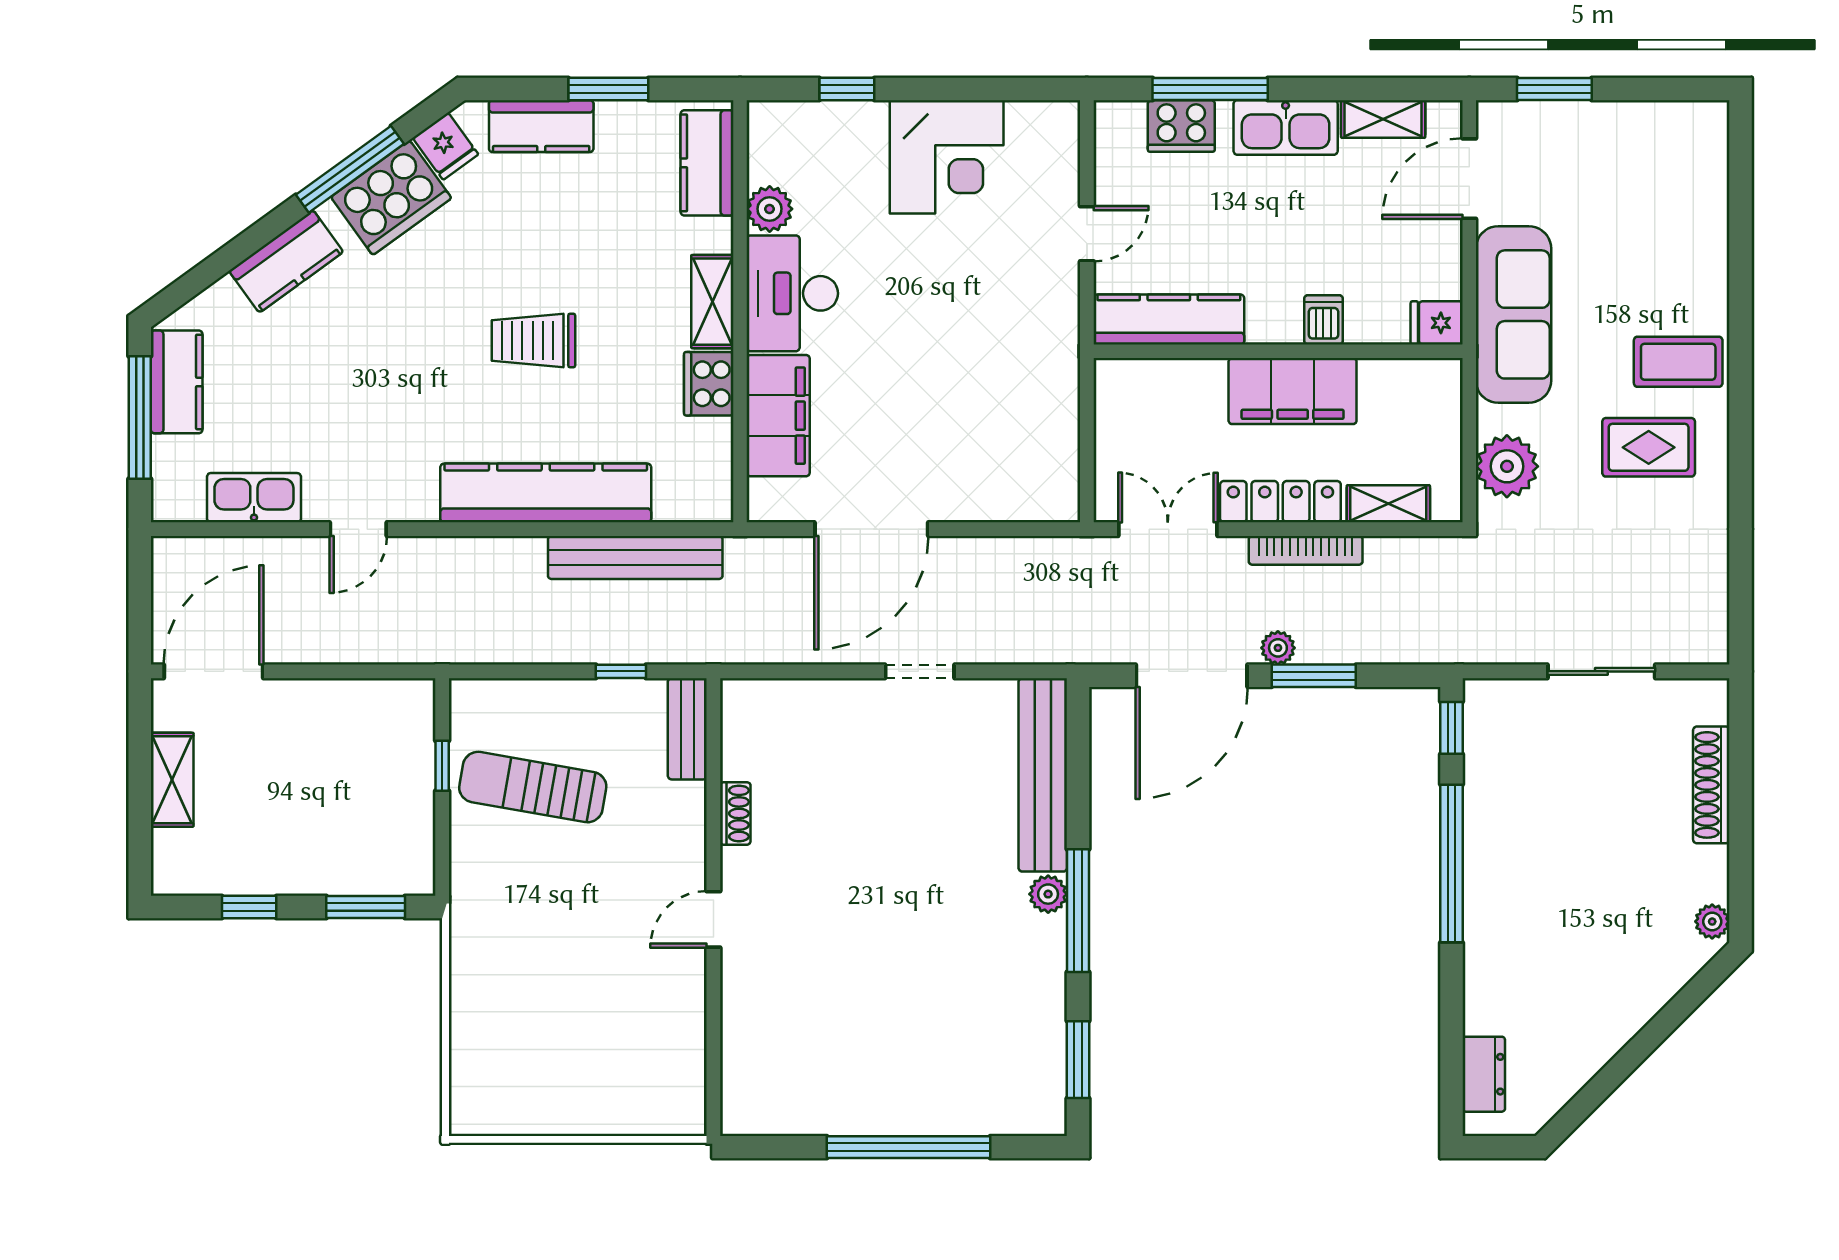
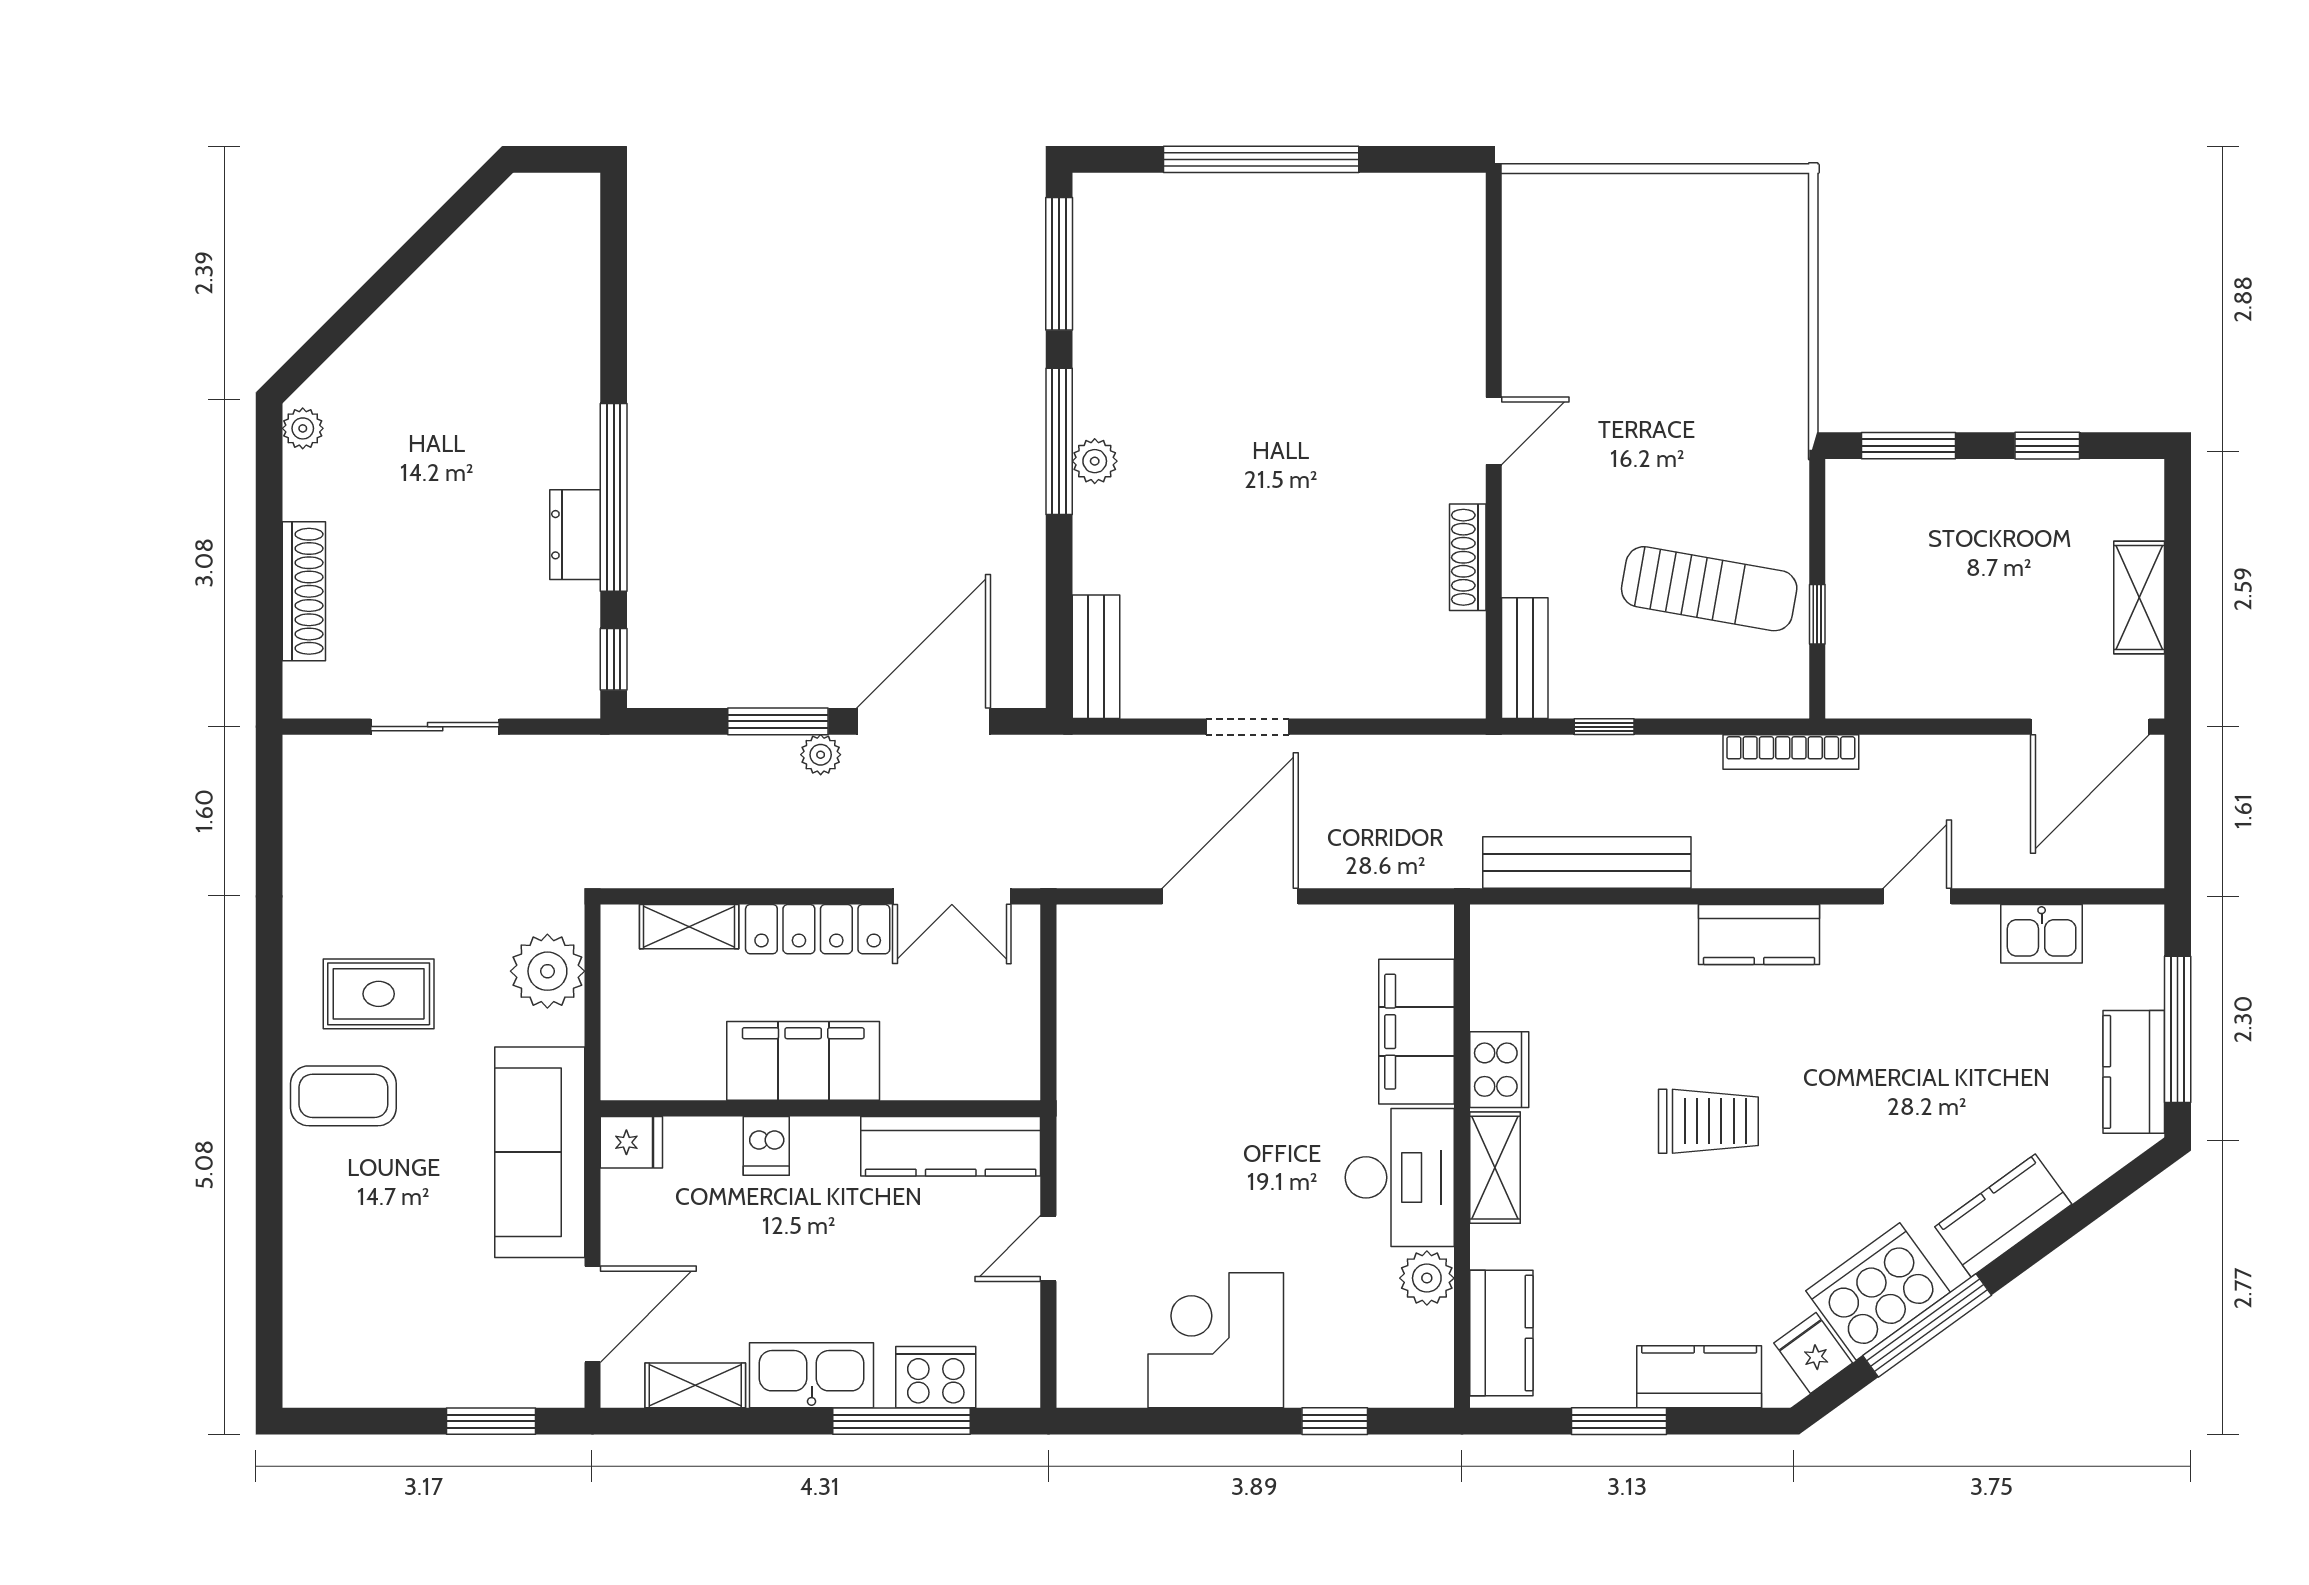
kitchen counter: (546, 493) -> (1759, 934), width x0.48, depth x0.86
kitchen sink: (254, 498) -> (2042, 934), width x0.73
door: (871, 529) -> (1230, 896), moved
bookcase: (1306, 550) -> (1791, 752), moved, turned 180
bench: (1043, 775) -> (1096, 657), width x0.54, depth x0.82
shoe rack: (735, 813) -> (1468, 557), width x1.43
window: (1078, 1060) -> (1059, 264), width x1.44
dresser: (1484, 1074) -> (575, 535), moved

